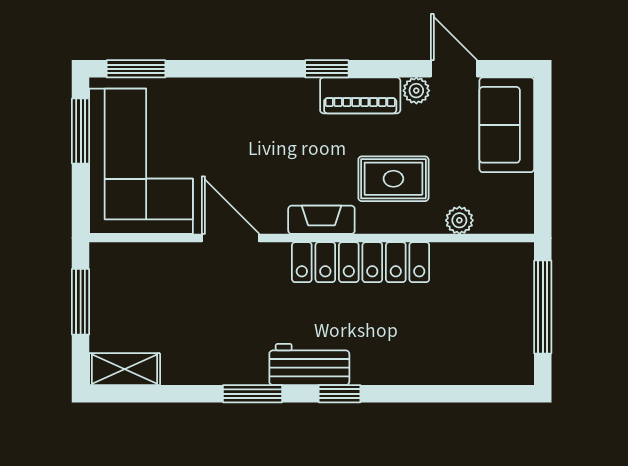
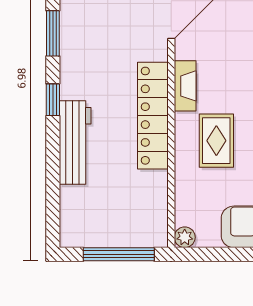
plant: (459, 220) -> (185, 237), moved
workbench: (309, 364) -> (75, 142), moved, width x1.38

